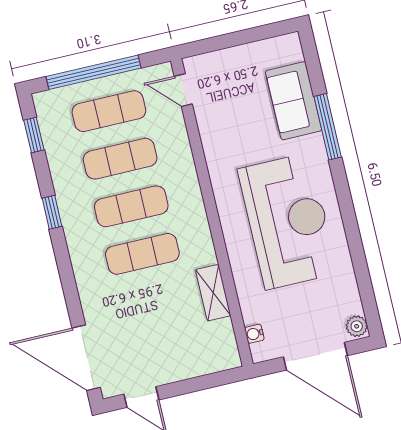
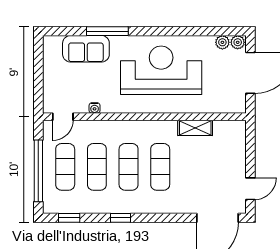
plant: (351, 303) -> (222, 42), added
water cooler: (254, 334) -> (95, 108), moved

